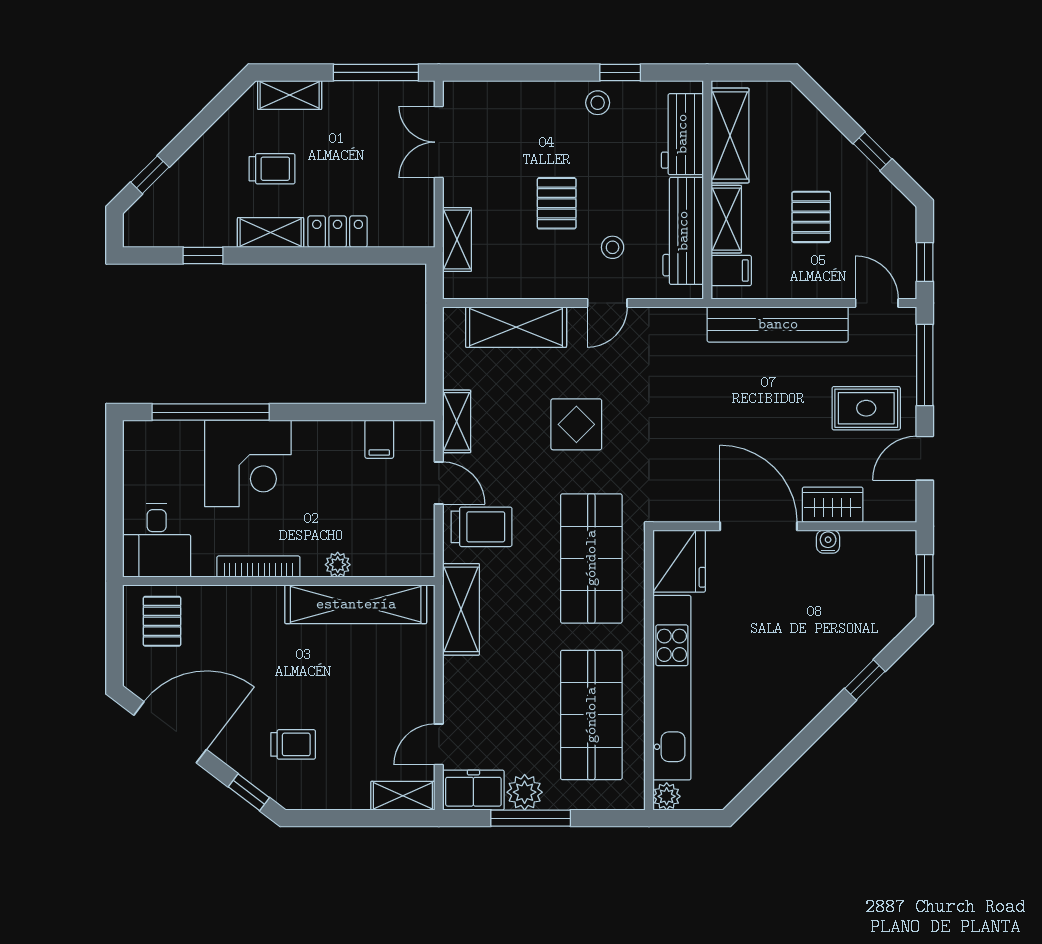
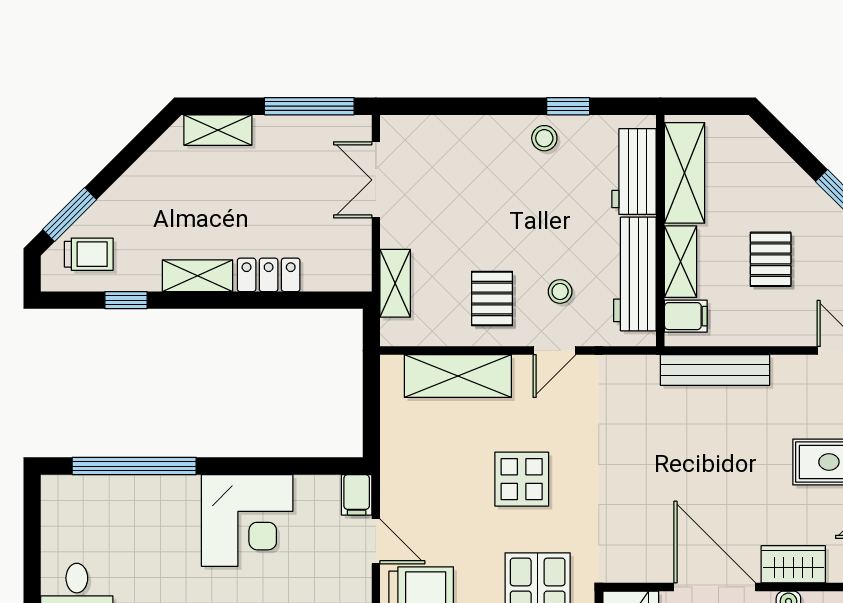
trolley: (272, 169) -> (89, 254), moved
window: (150, 175) -> (70, 215), width x1.50
pallet: (557, 203) -> (492, 299), moved
bench: (778, 324) -> (715, 370), width x0.73, depth x0.82
shelving: (457, 421) -> (395, 476), removed
filing cabinet: (379, 439) -> (357, 495), moved
corner desk: (248, 463) -> (247, 520), moved

